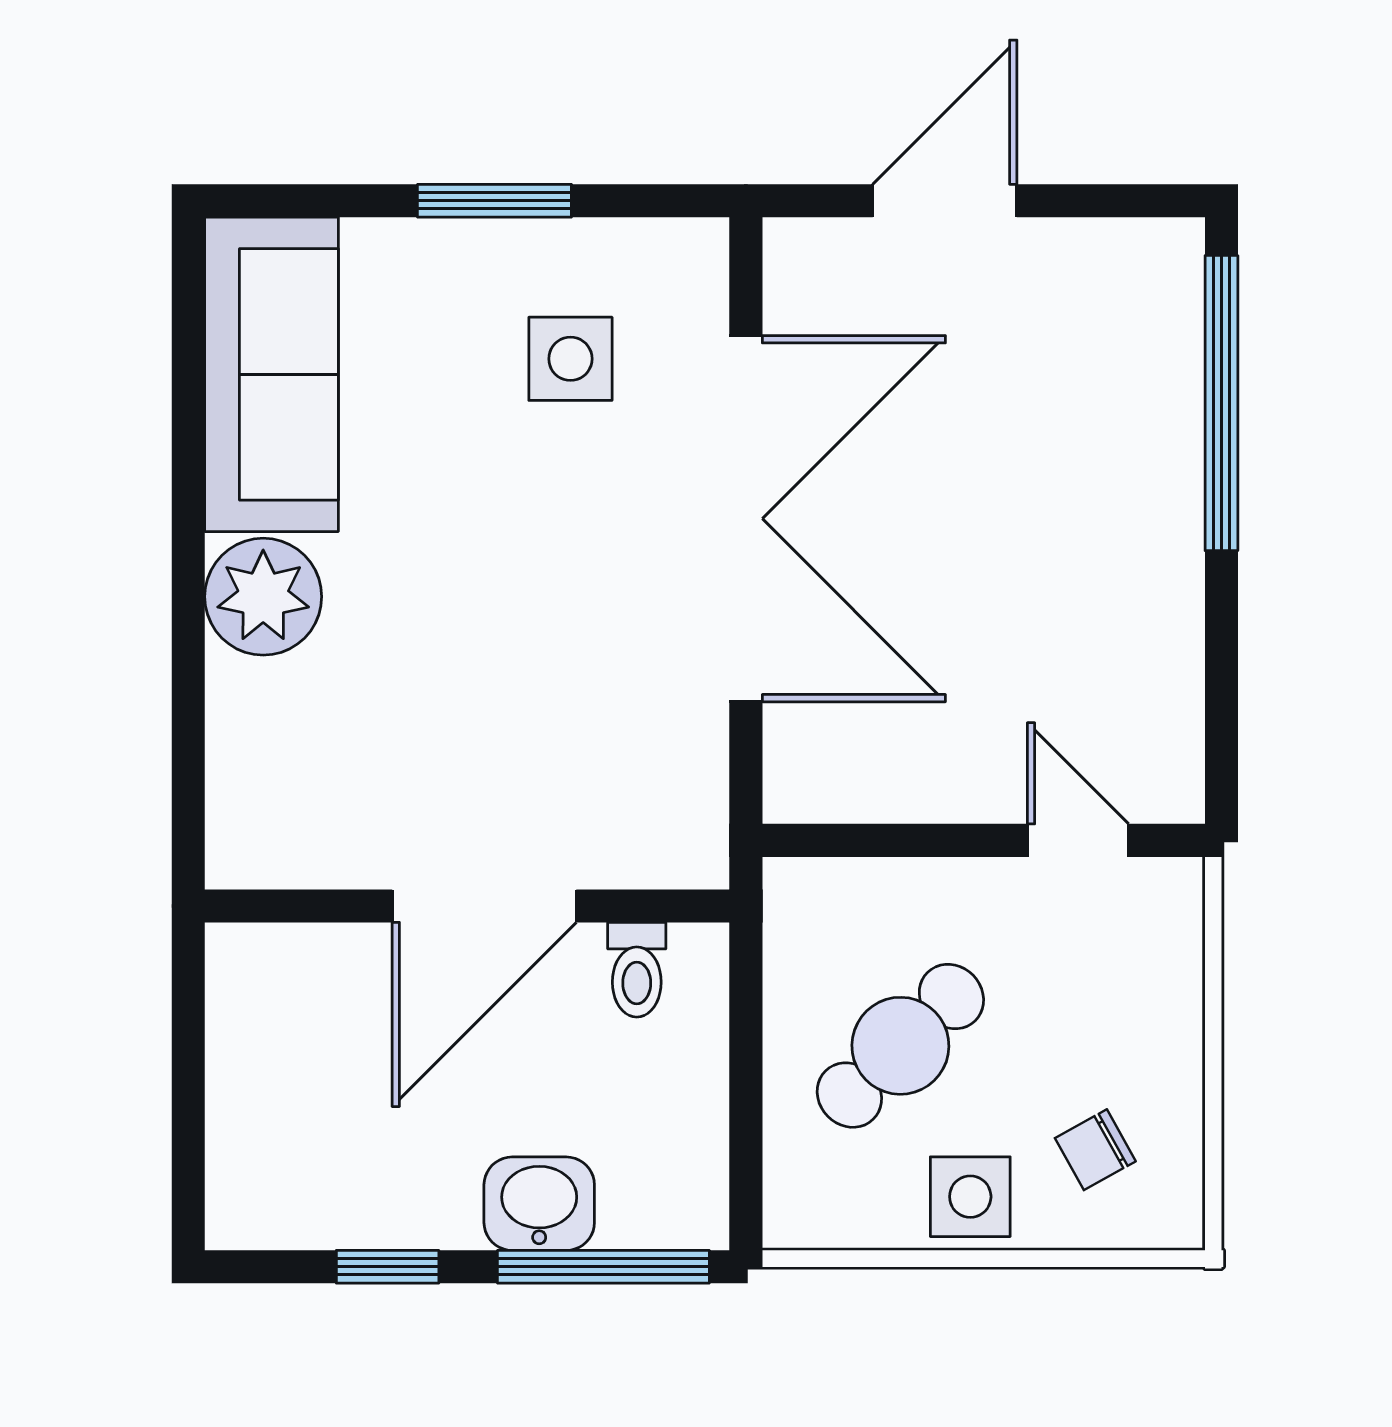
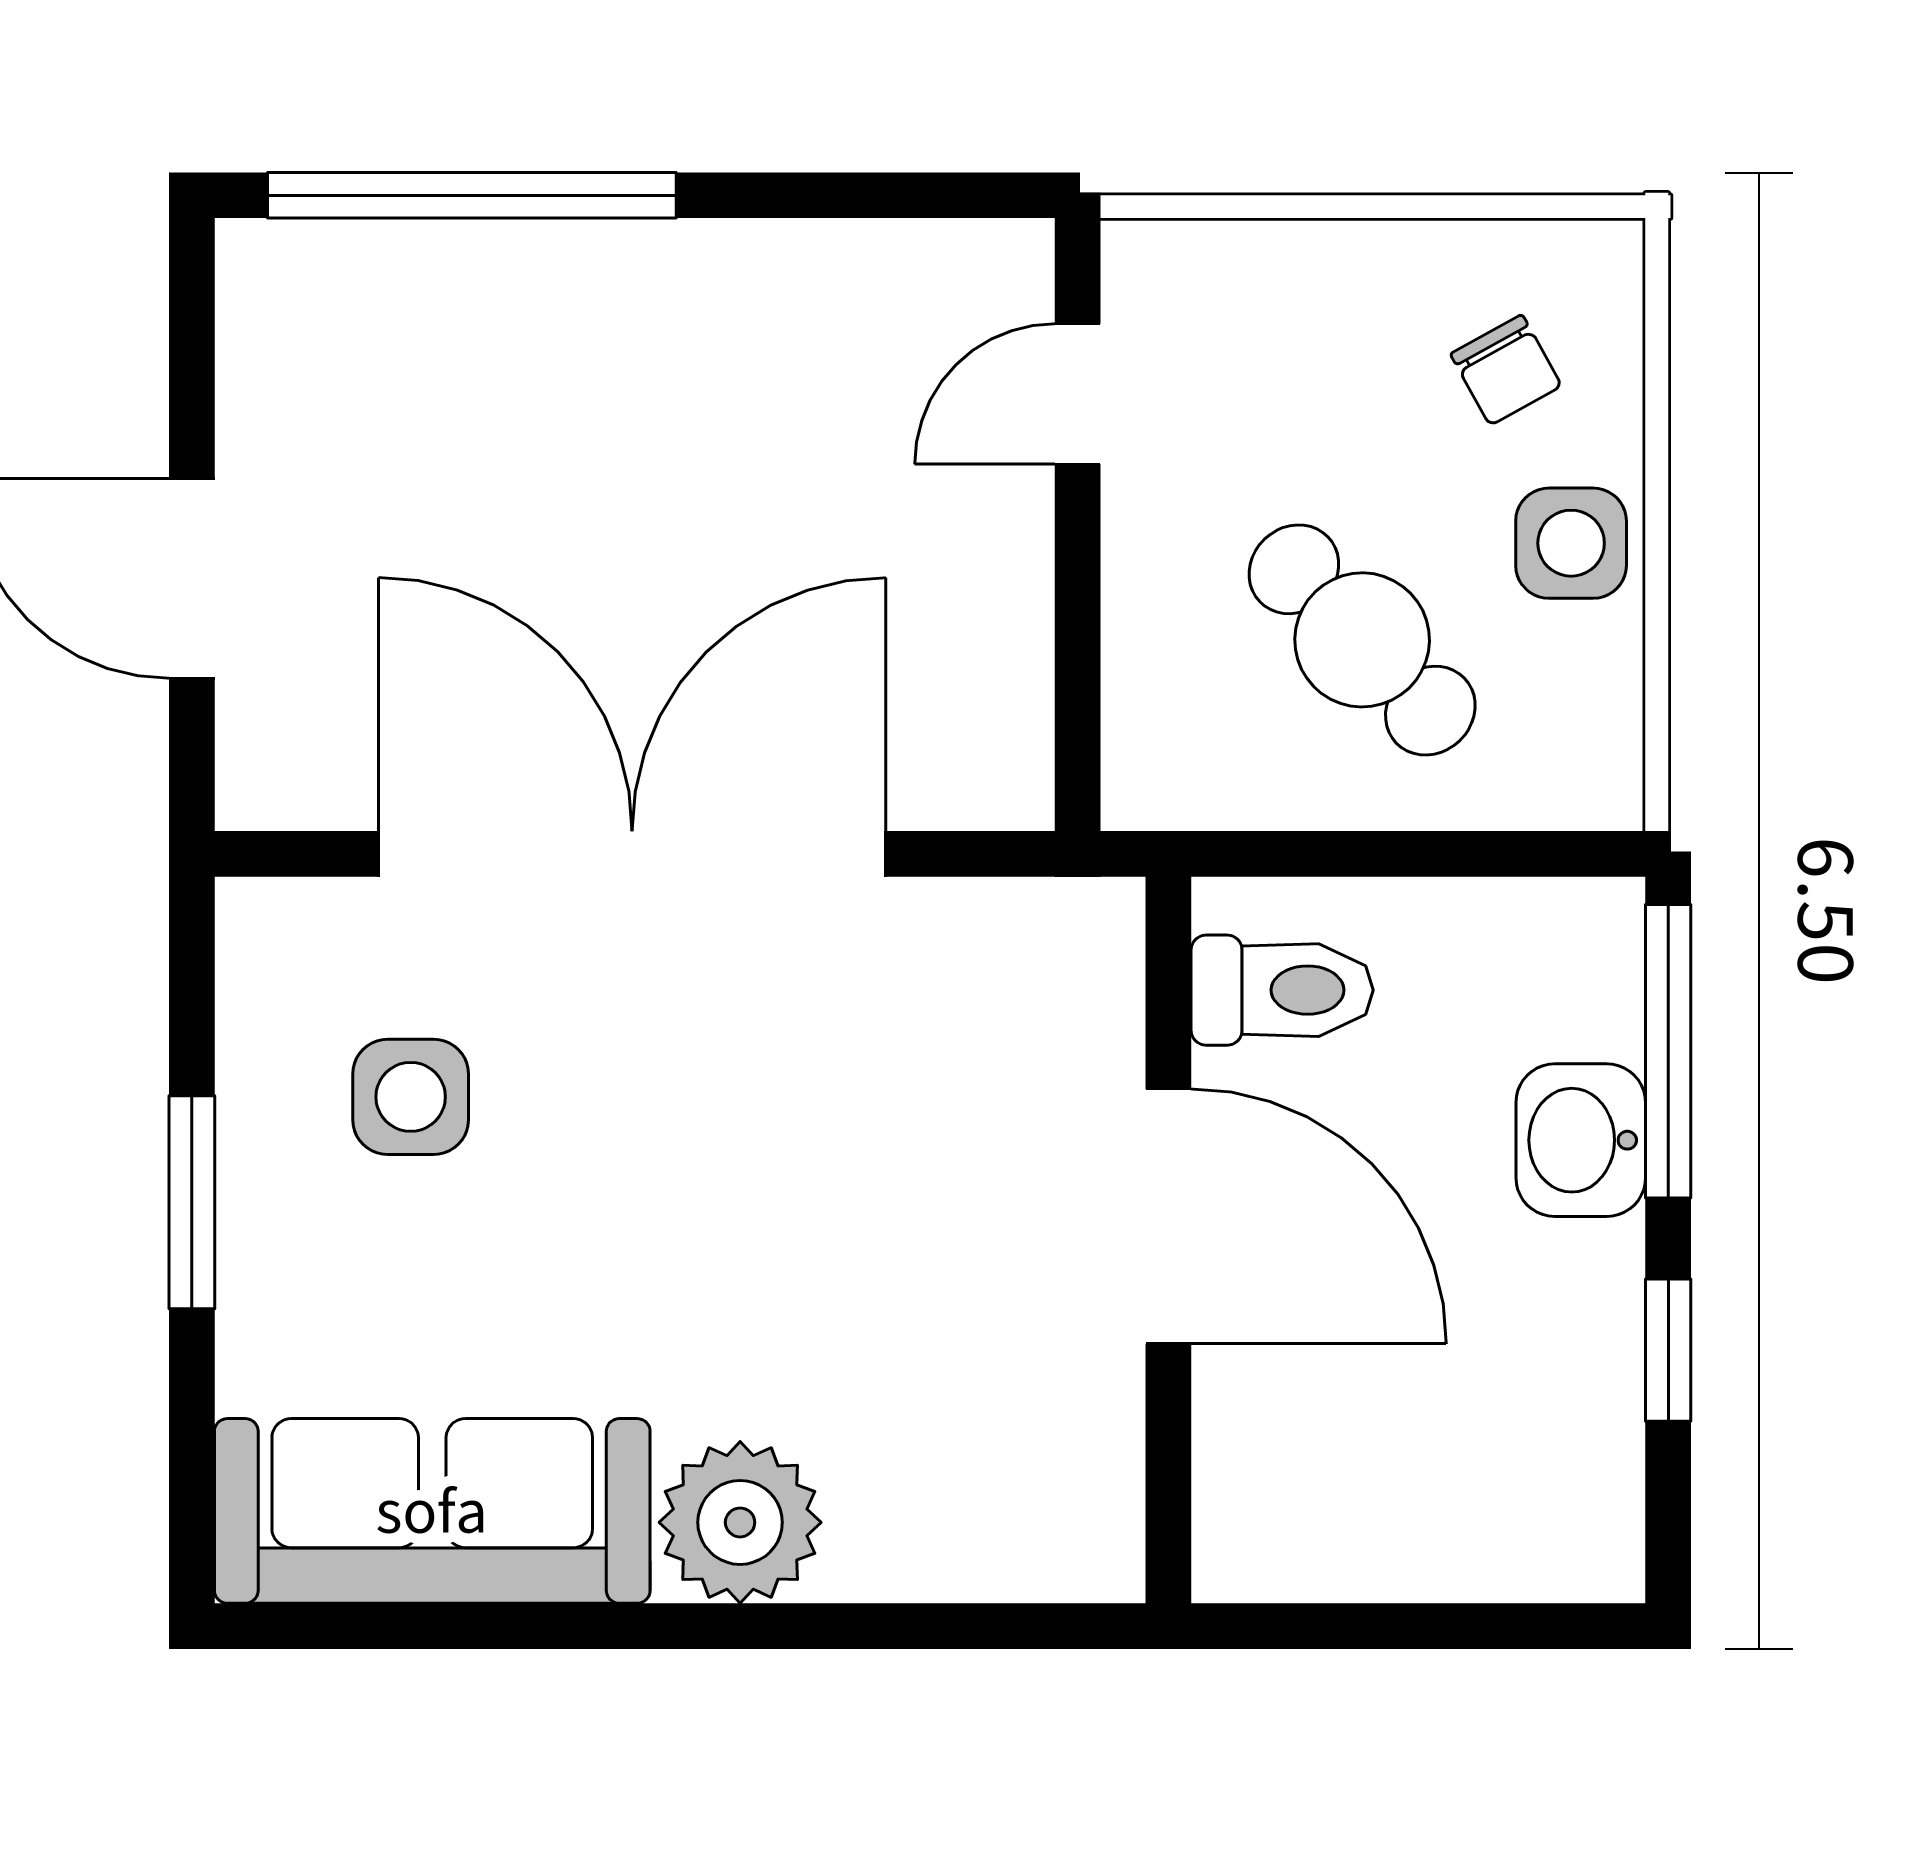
toilet: (637, 970) -> (1282, 990), width x1.37, depth x1.39

